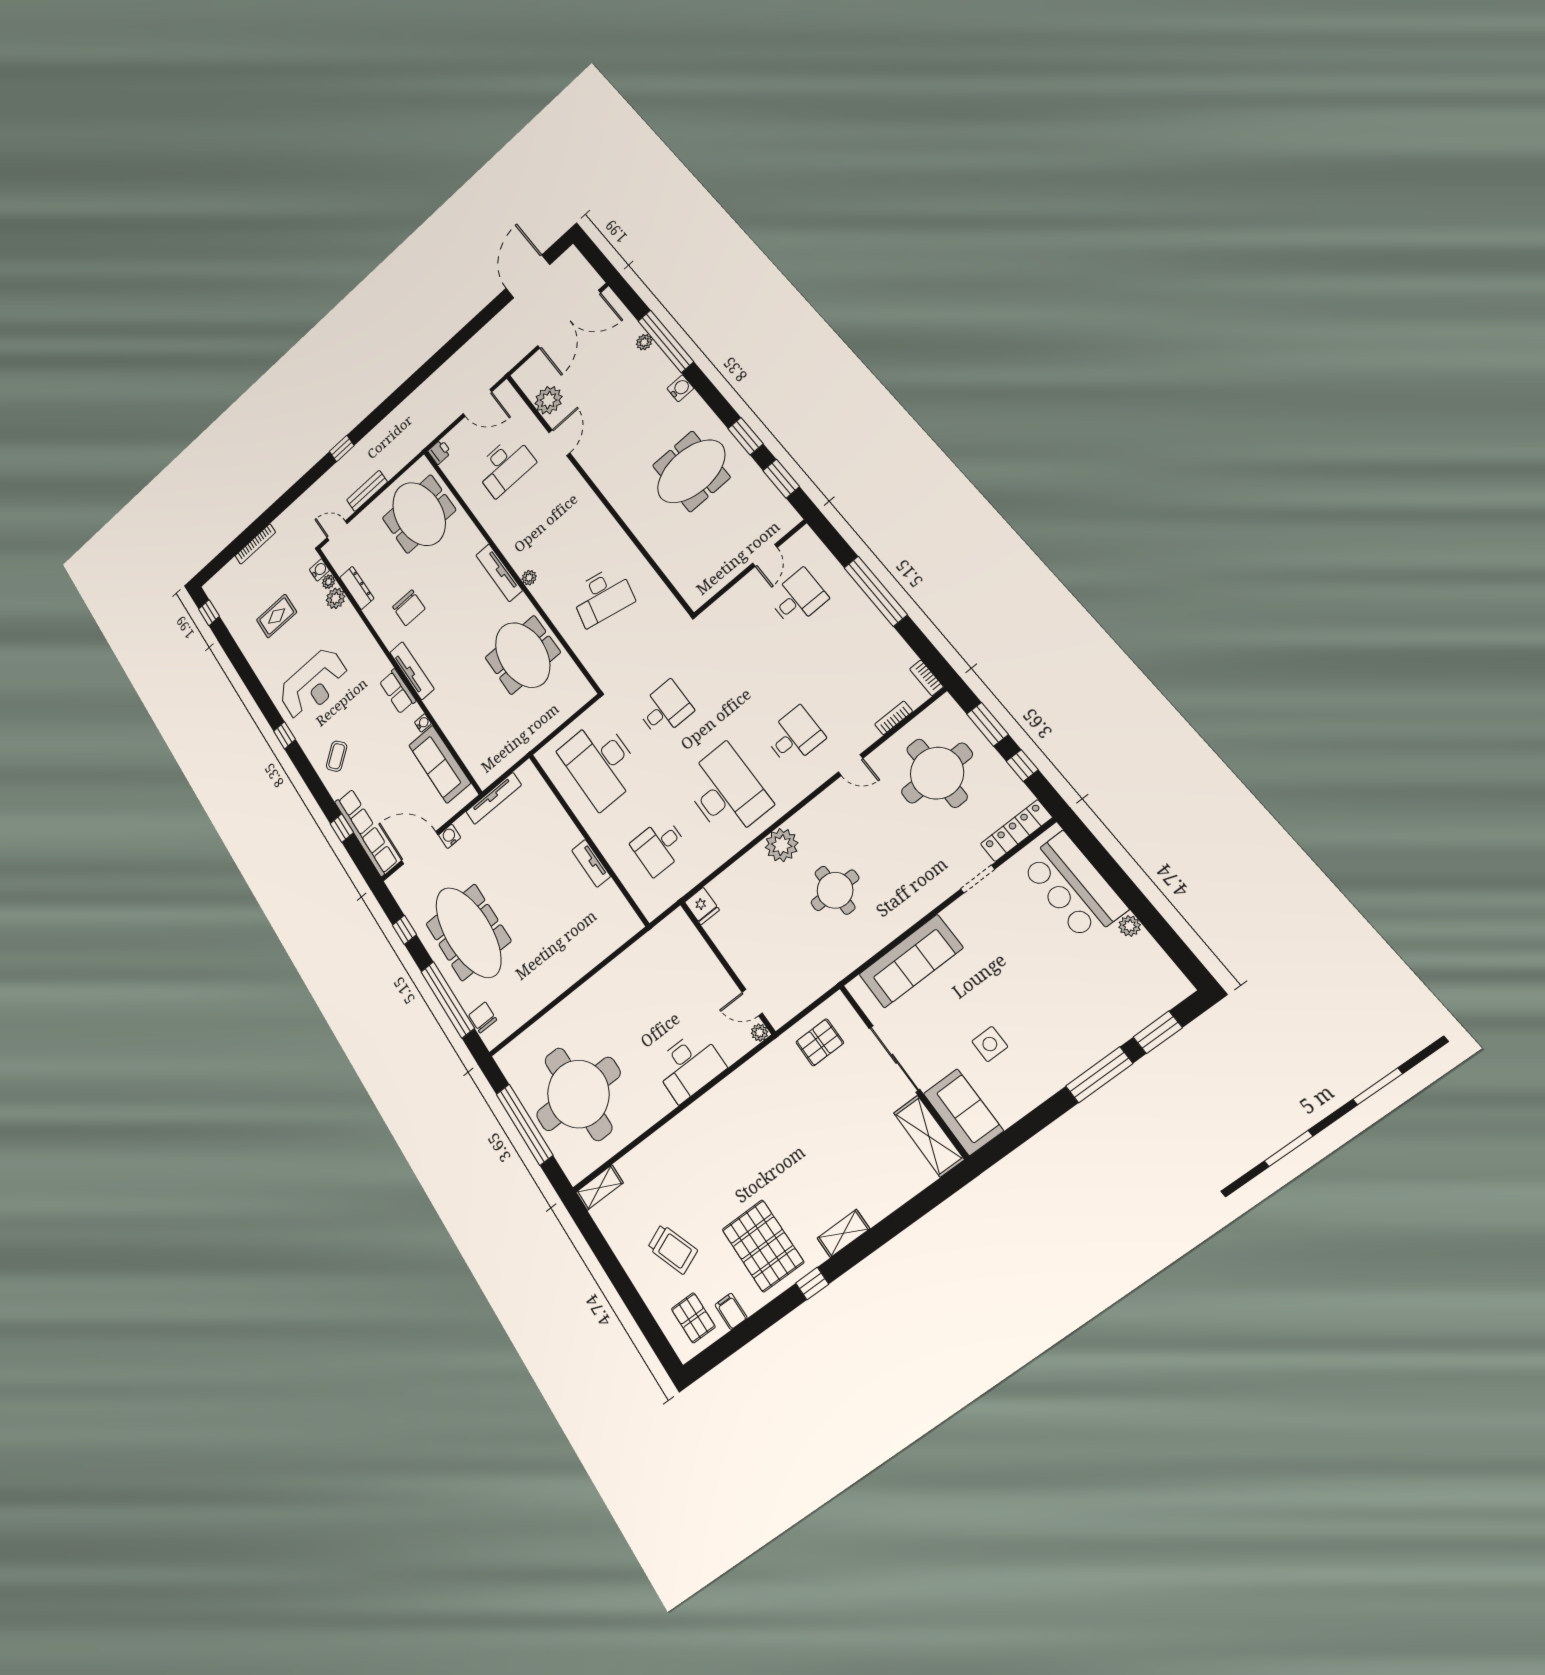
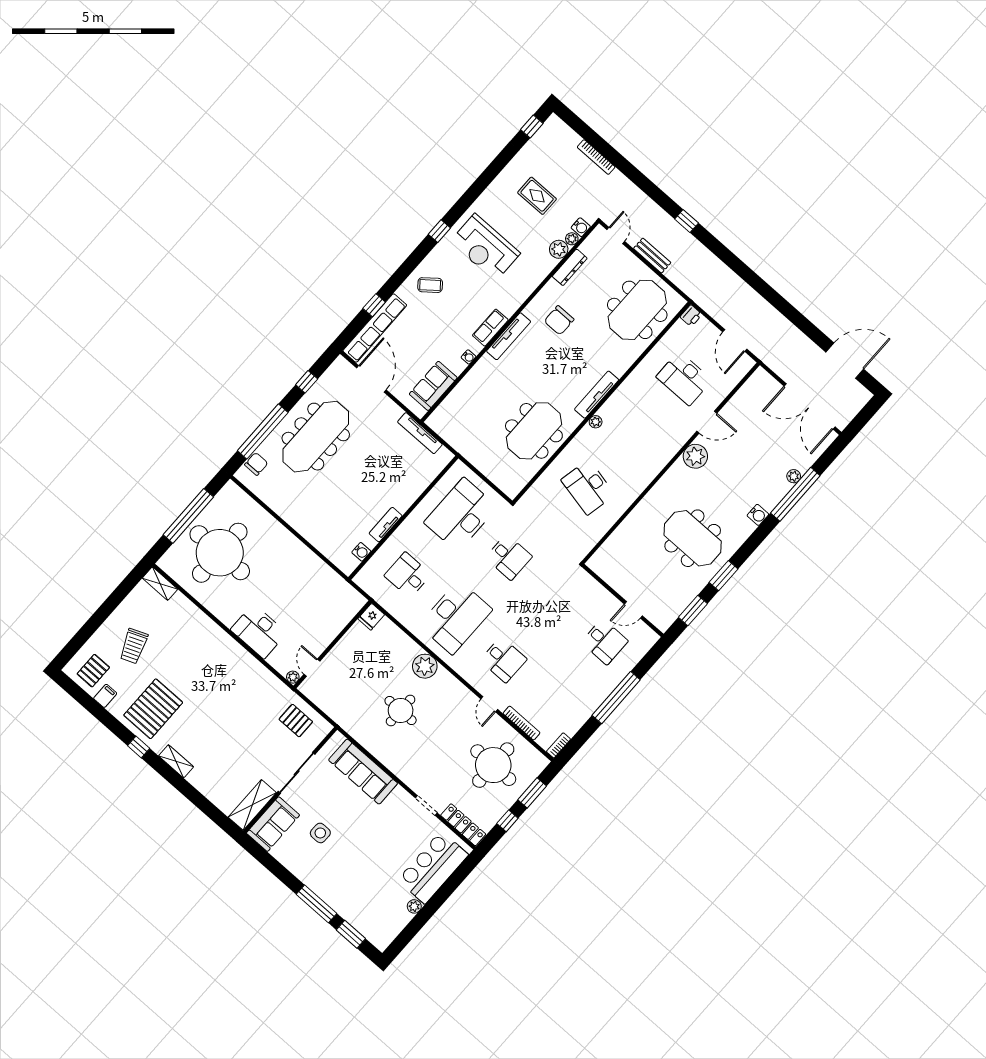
plant: (548, 400) -> (695, 456), moved
bookcase: (894, 718) -> (522, 723), width x1.56
sofa: (440, 764) -> (433, 386), width x0.73
water cooler: (450, 836) -> (361, 552), moved, turned 90

